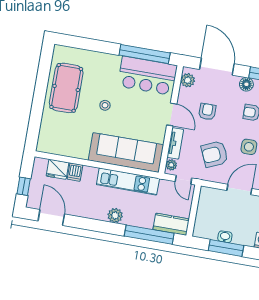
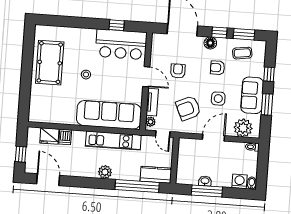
window: (145, 54) -> (117, 25), width x0.32
plant: (188, 80) -> (157, 45), removed

